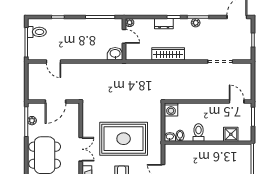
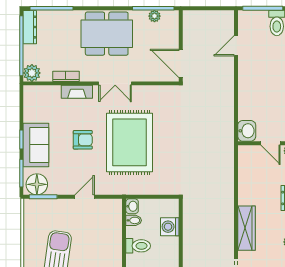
door: (124, 36) -> (271, 143), hinge flipped
wardrobe: (168, 54) -> (246, 228), moved
door: (56, 102) -> (181, 63), moved
washing machine: (171, 109) -> (170, 227), moved

